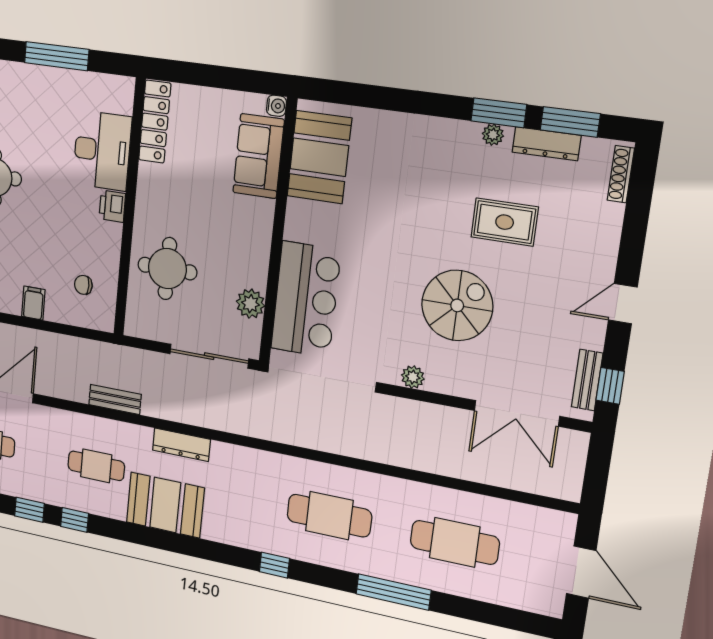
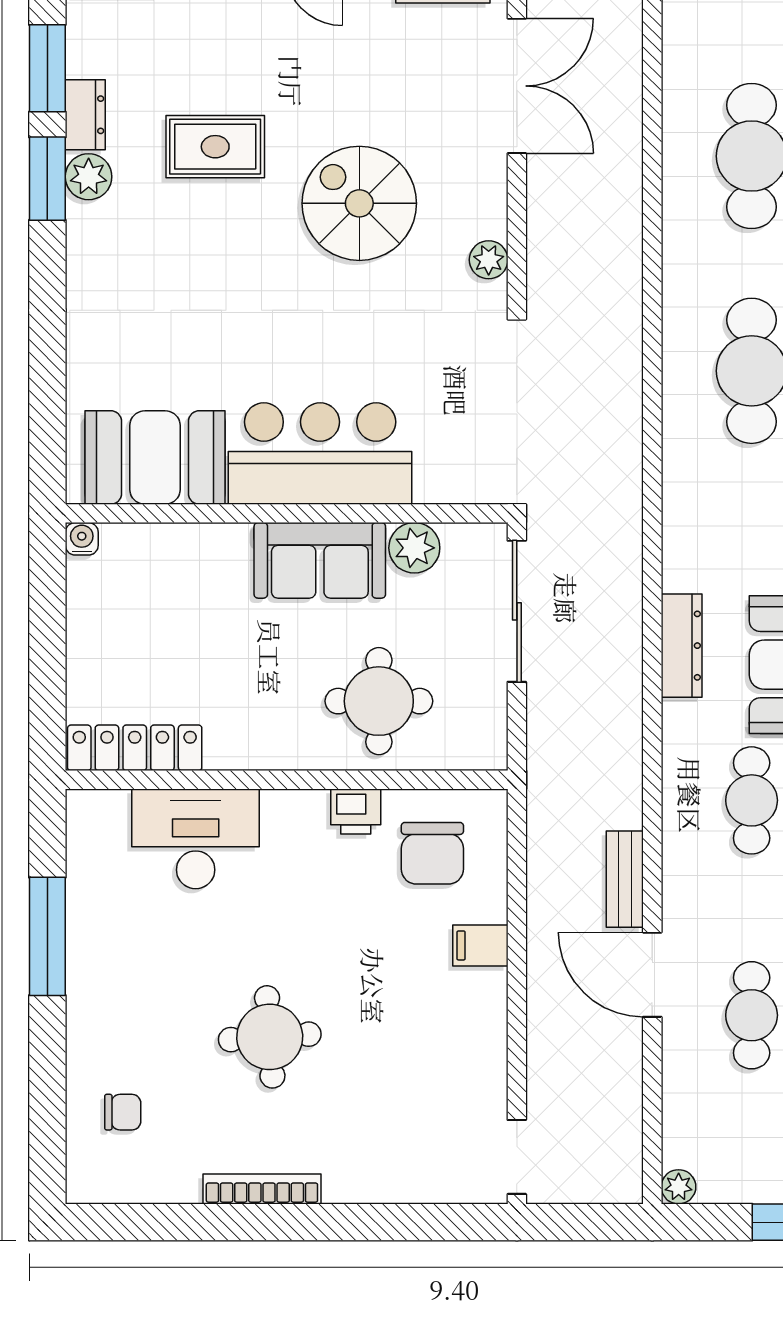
plant: (493, 135) -> (89, 177), width x1.38, depth x1.38
dresser: (546, 144) -> (85, 115), width x0.70
sofa: (259, 156) -> (320, 560), moved
printer: (112, 206) -> (356, 811), moved
rug: (505, 222) -> (215, 147), turned 90
chair: (83, 285) -> (432, 853), width x1.87, depth x1.87
bar counter: (306, 299) -> (320, 454), moved
bench: (115, 399) -> (625, 879), moved

